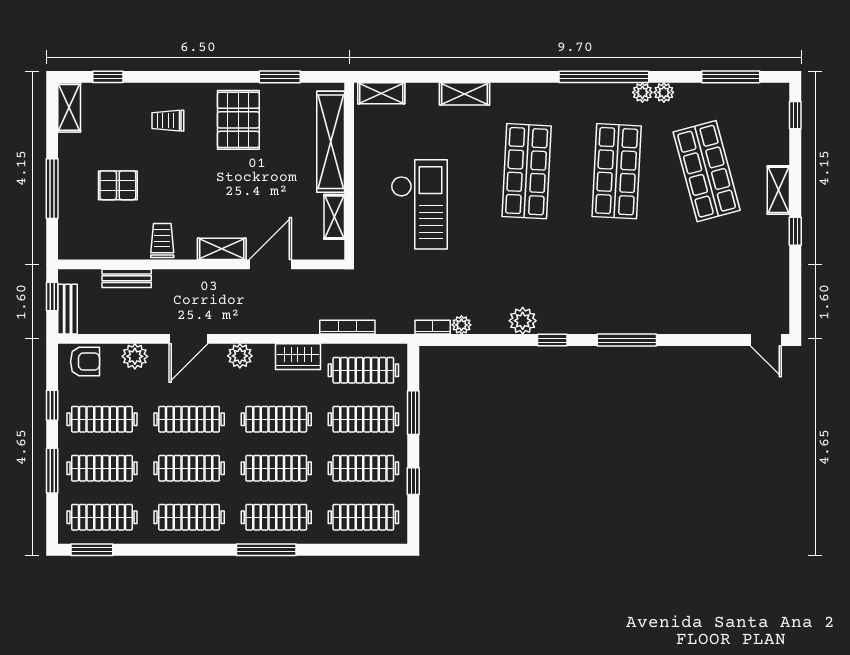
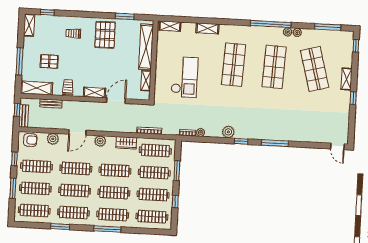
shelving: (93, 246) -> (37, 88), added
window: (92, 550) -> (60, 227), moved

